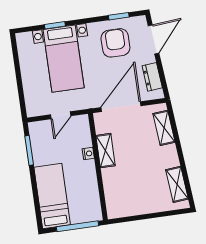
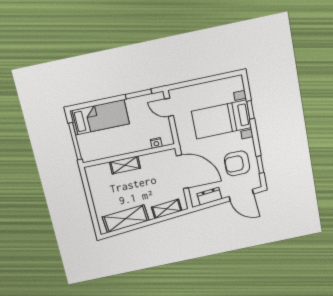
armchair: (115, 43) -> (237, 163), turned 180
door: (61, 115) -> (169, 107), moved
shelving: (106, 151) -> (125, 165), moved
nightstand: (88, 154) -> (156, 143), moved
shelving: (177, 184) -> (126, 219), width x1.50, depth x1.33

